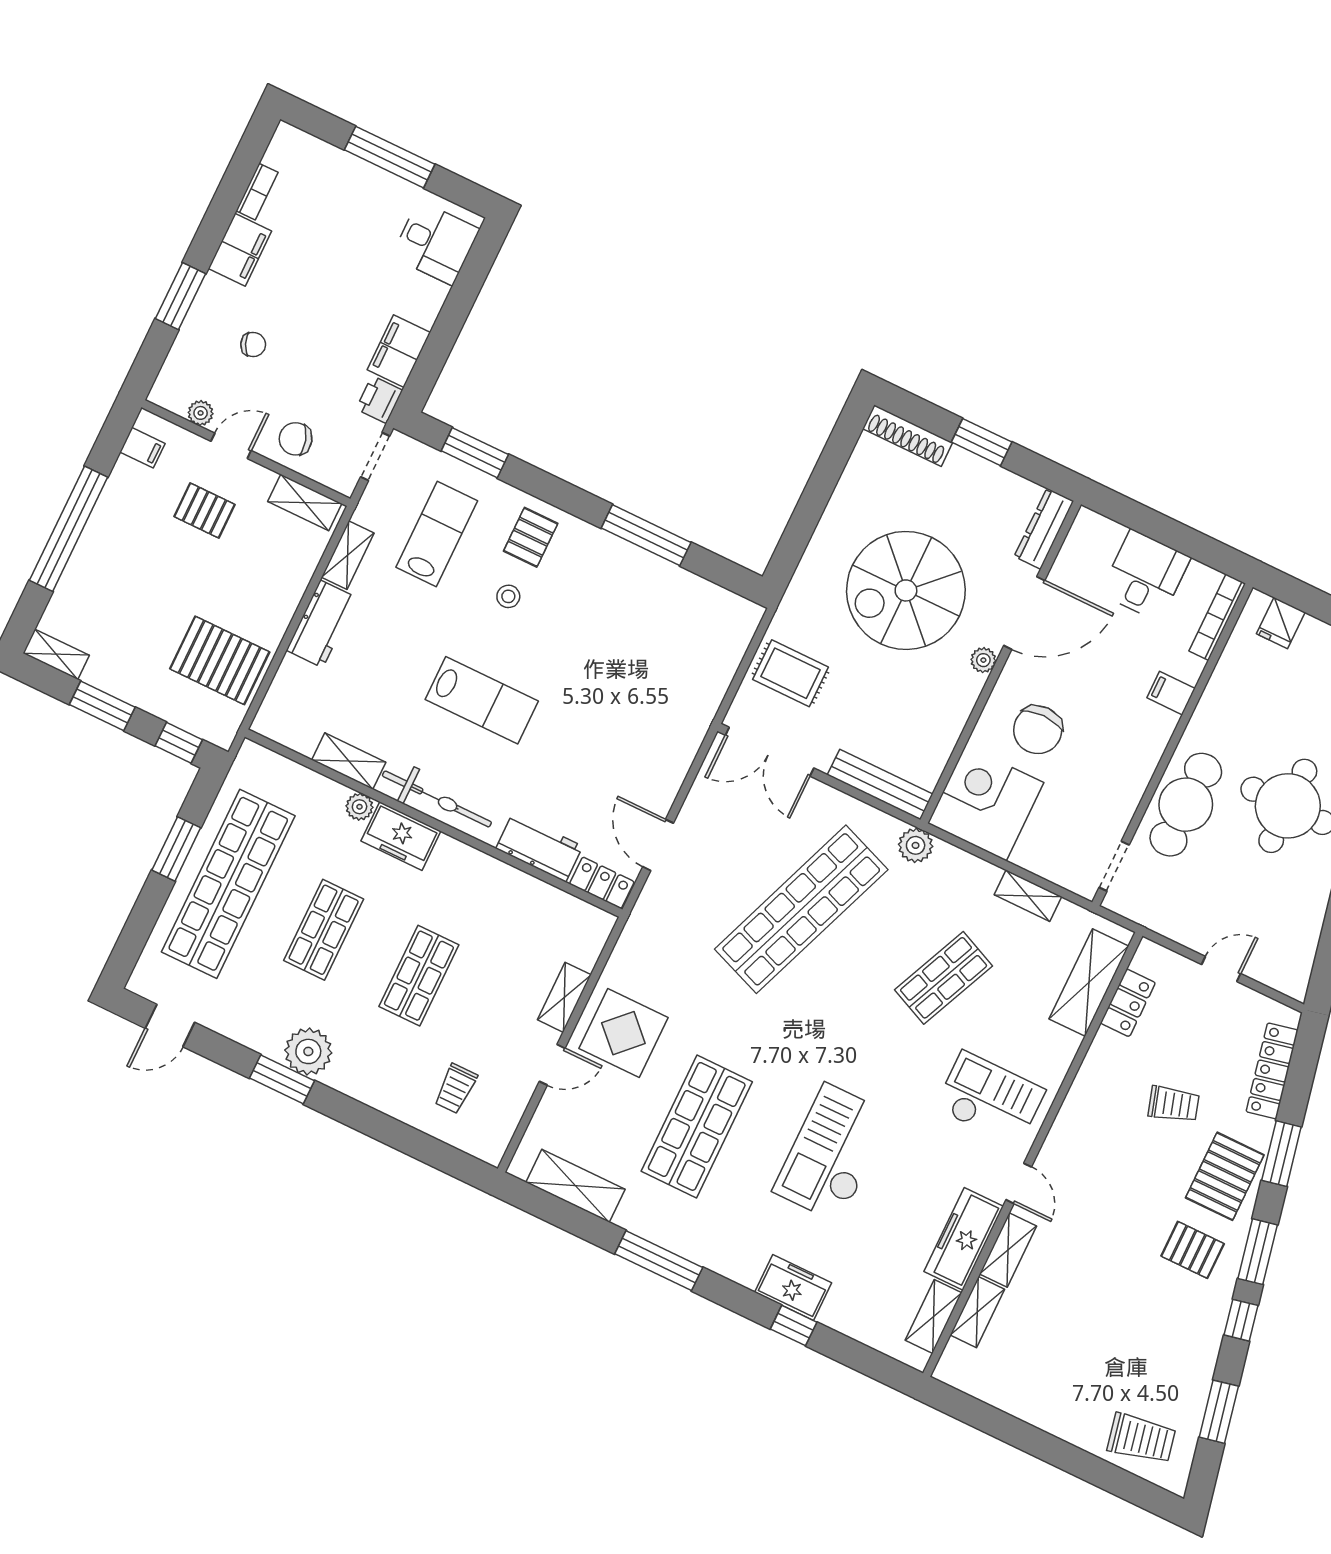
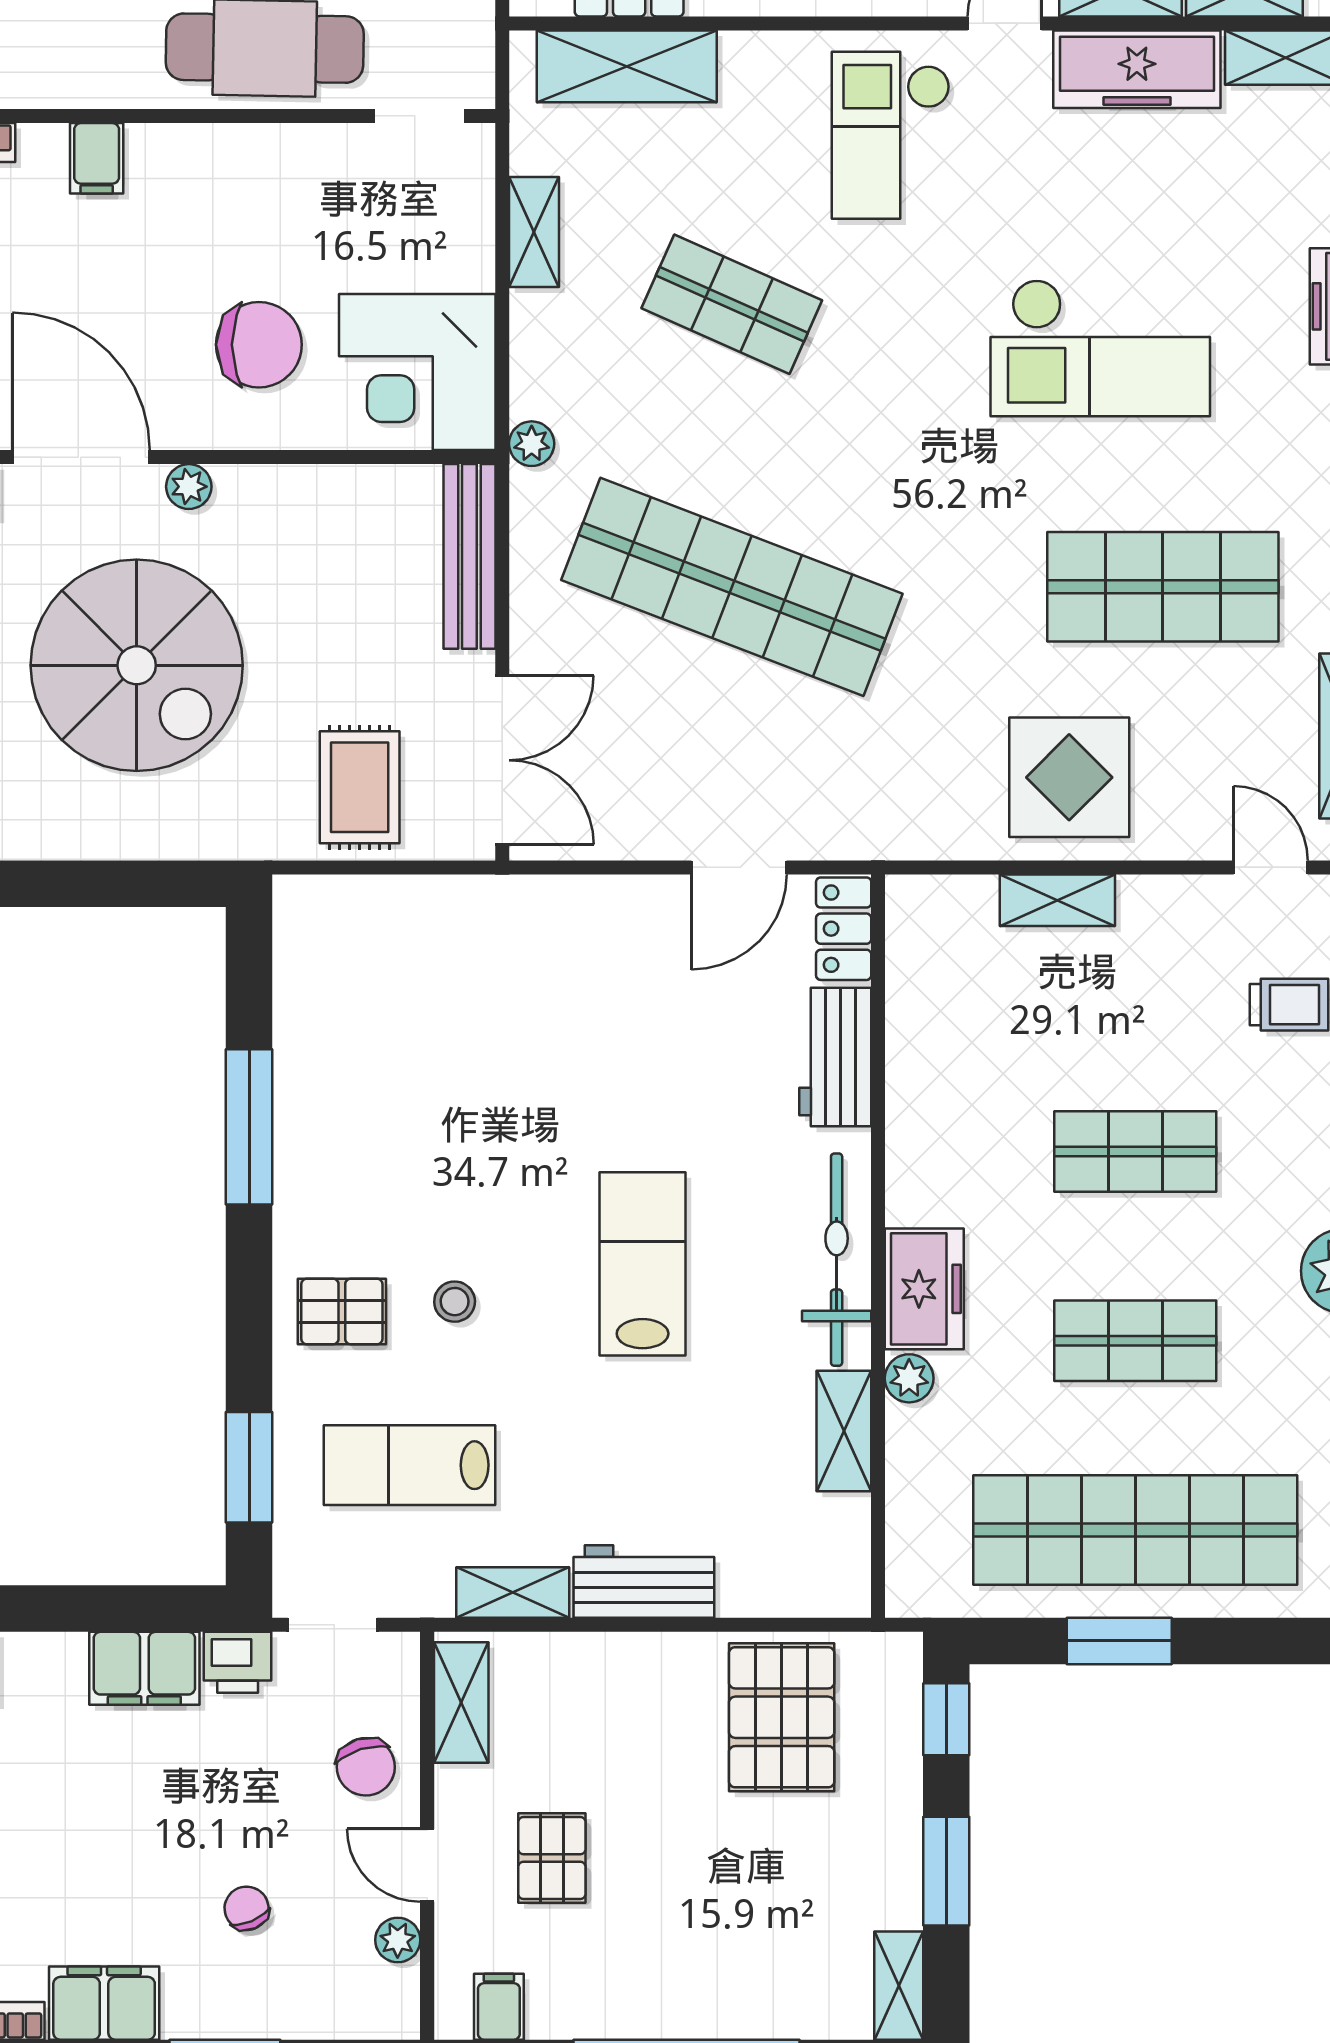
plant: (916, 845) -> (532, 444), width x0.73, depth x0.73
door: (552, 1065) -> (1271, 867), moved

